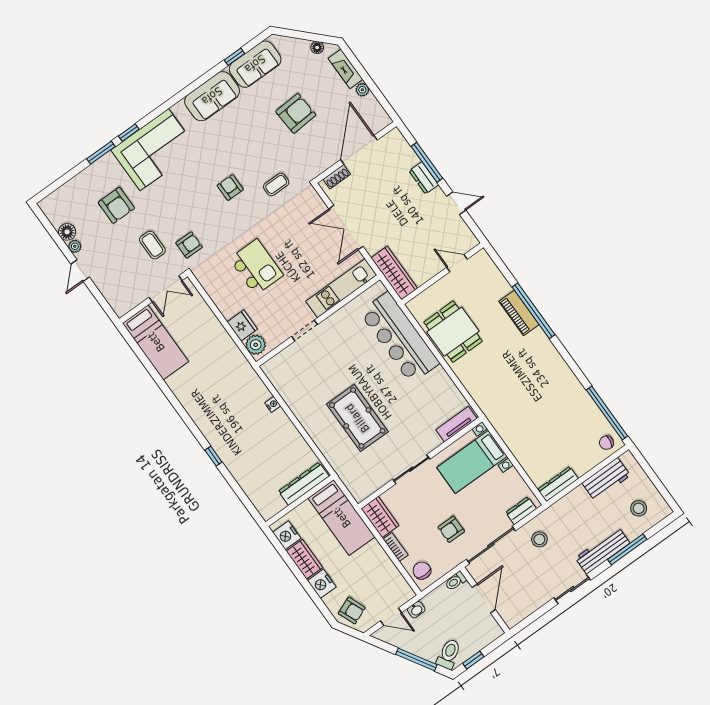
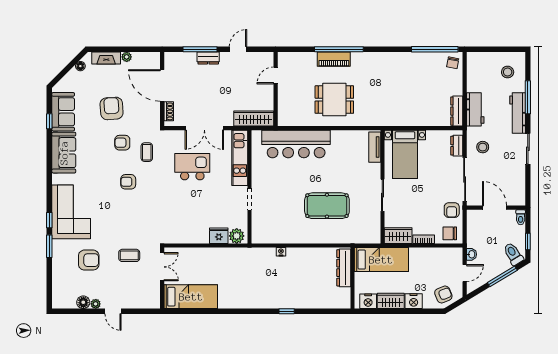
armchair: (189, 245) -> (122, 143), moved, turned -90
kitchen island: (256, 267) -> (192, 167), moved
dining table: (453, 332) -> (334, 100), moved
workbench: (606, 479) -> (475, 109), moved
armchair: (451, 529) -> (452, 210), moved
toilet: (456, 581) -> (521, 217), moved

